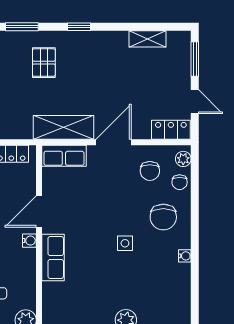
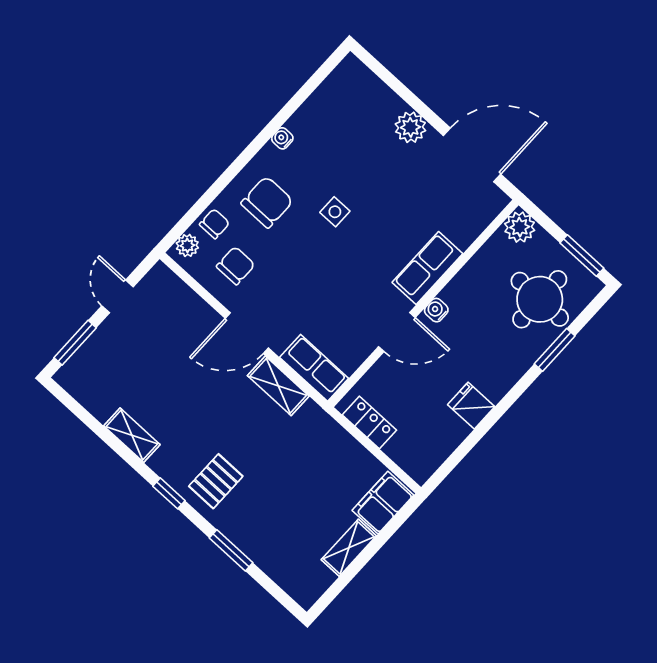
shelving: (147, 39) -> (132, 435), moved
pallet: (44, 63) -> (216, 481), moved
shelving: (64, 127) -> (278, 386), width x0.67, depth x0.75
locker: (171, 130) -> (172, 290), removed

